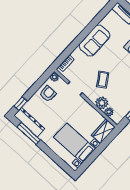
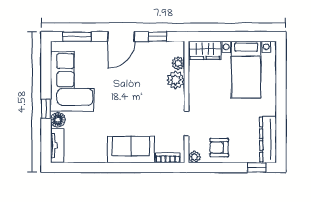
sofa: (95, 41) -> (131, 149), moved
coffee table: (103, 80) -> (149, 102), removed
window: (29, 133) -> (281, 129), removed

